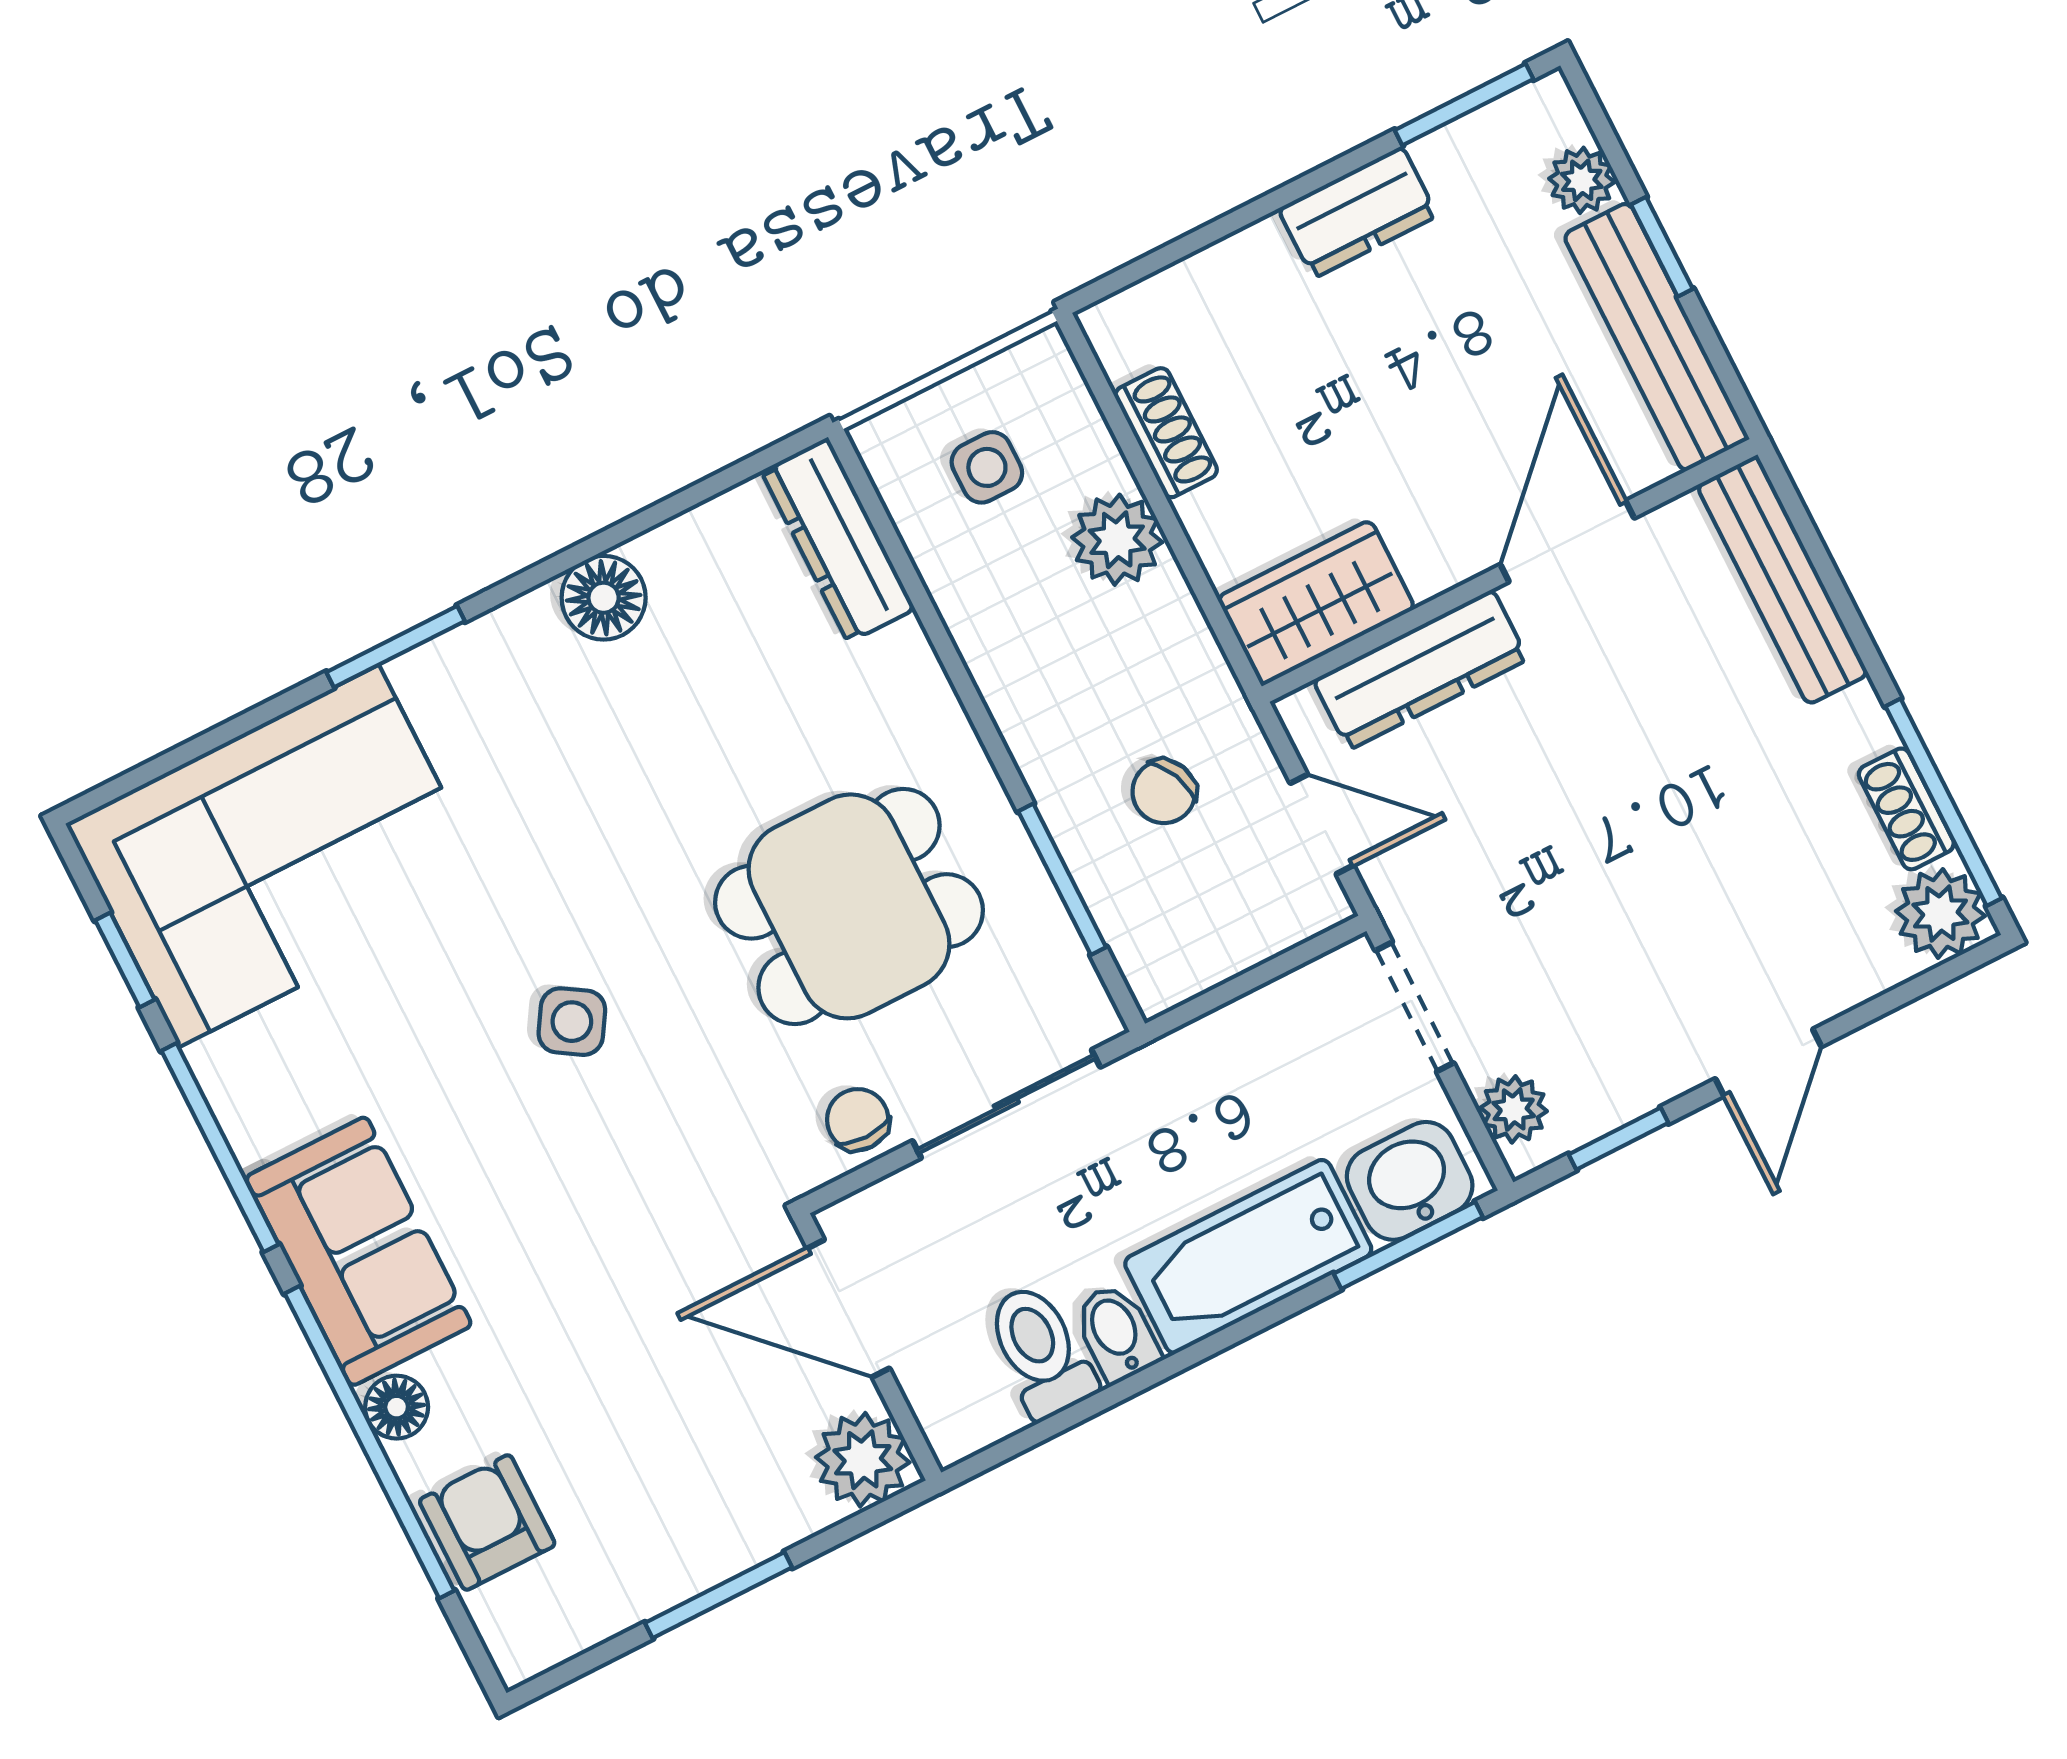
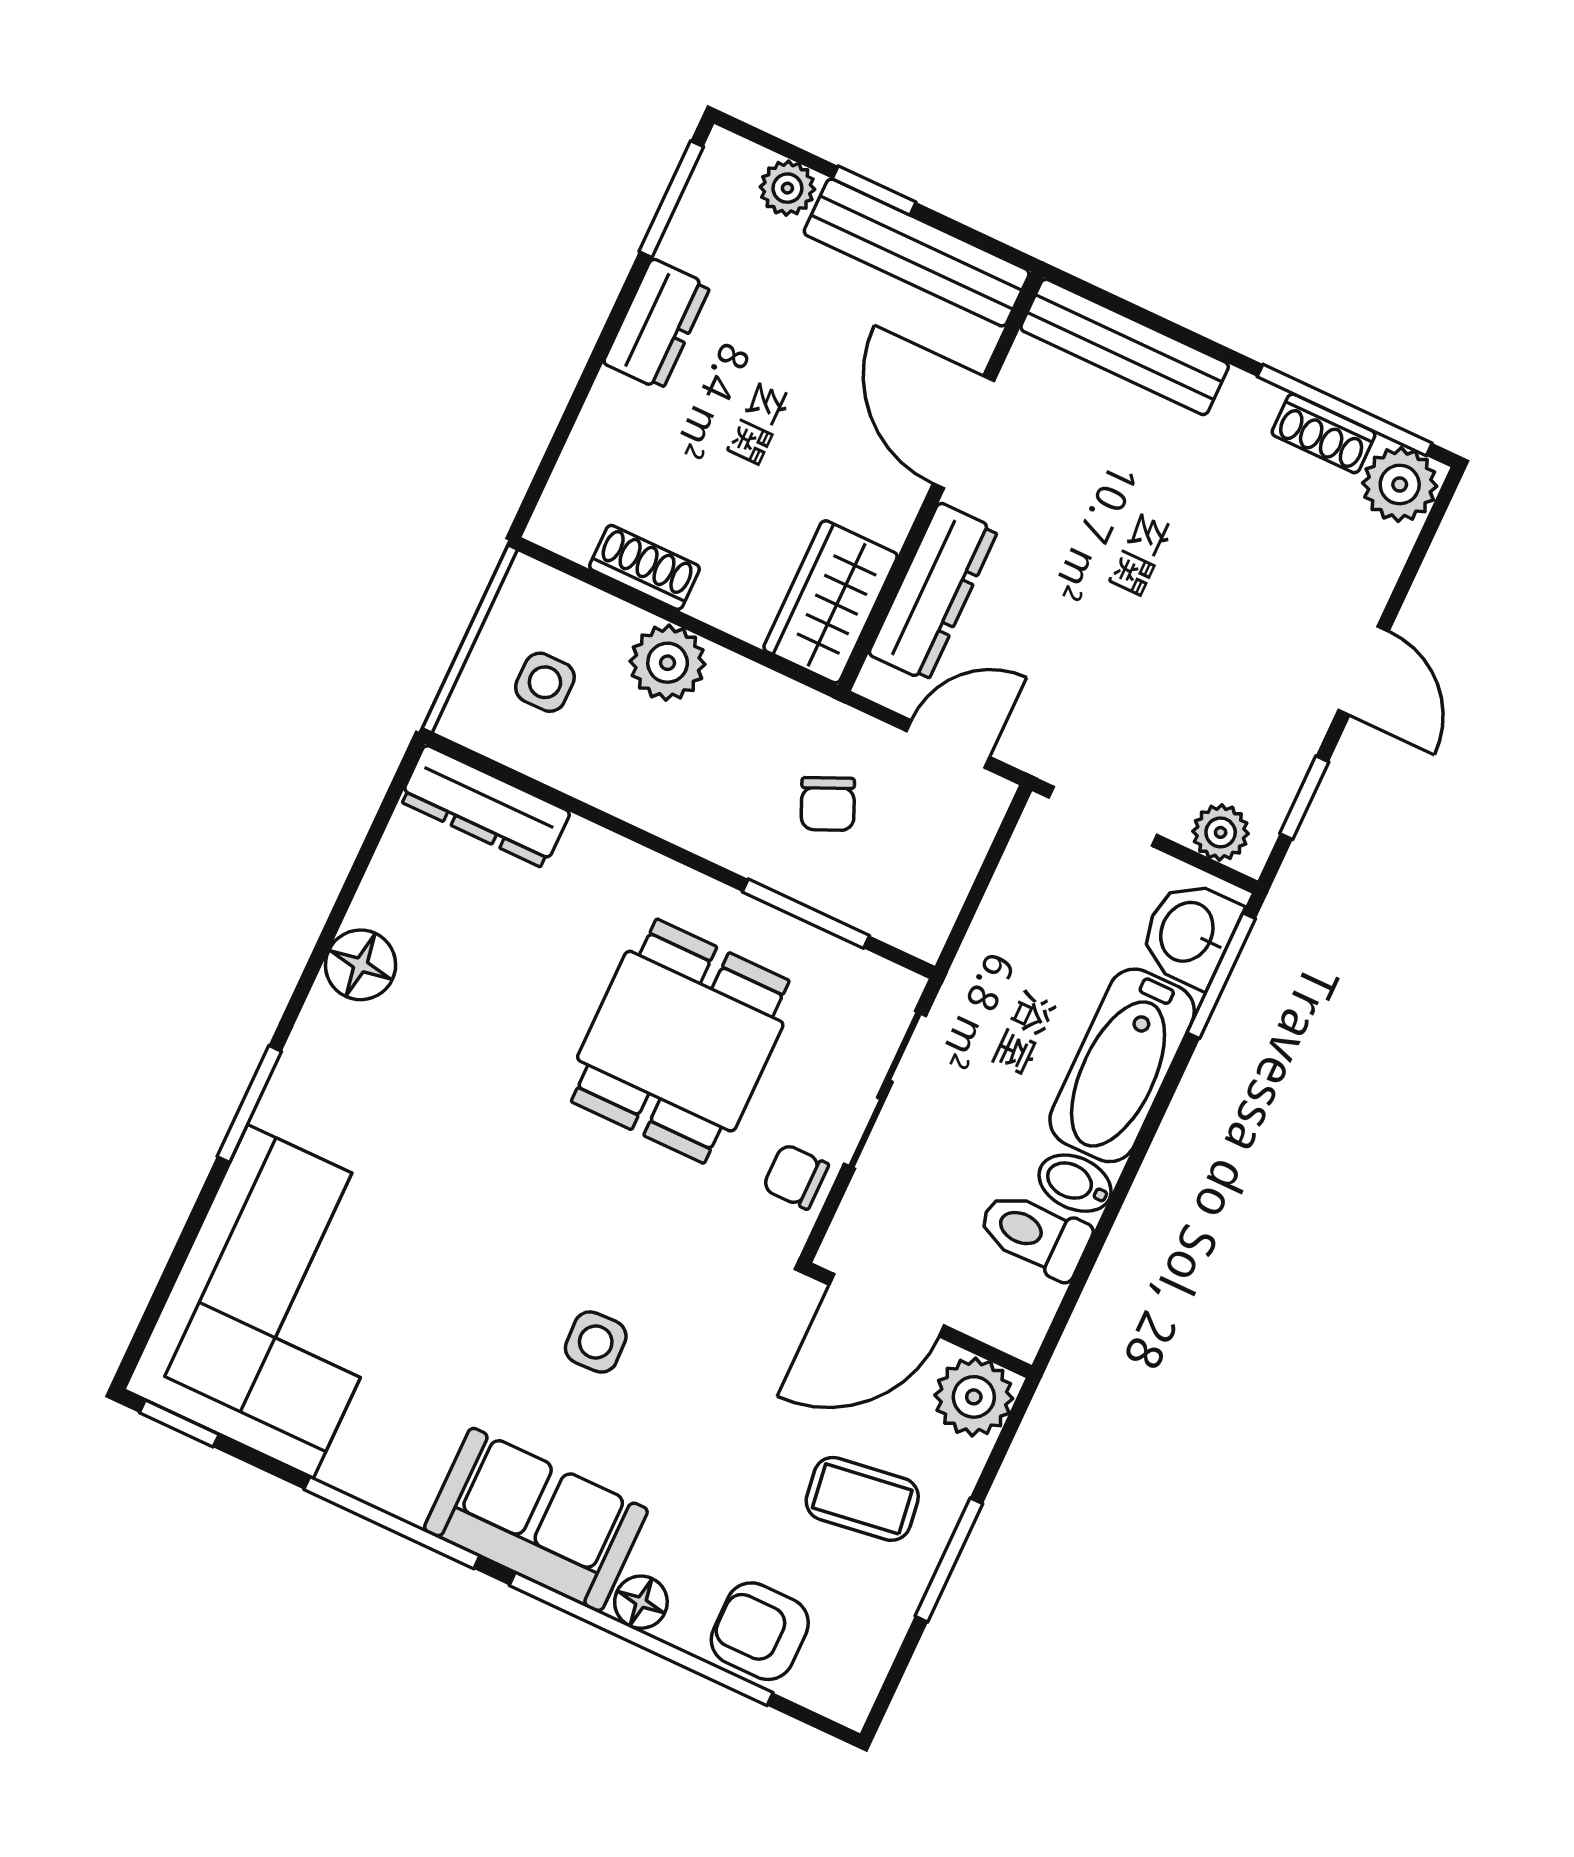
window: (125, 960) -> (179, 1424), moved
side table: (572, 1022) -> (596, 1342), moved, turned -34
coffee table: (682, 1473) -> (862, 1499), added

